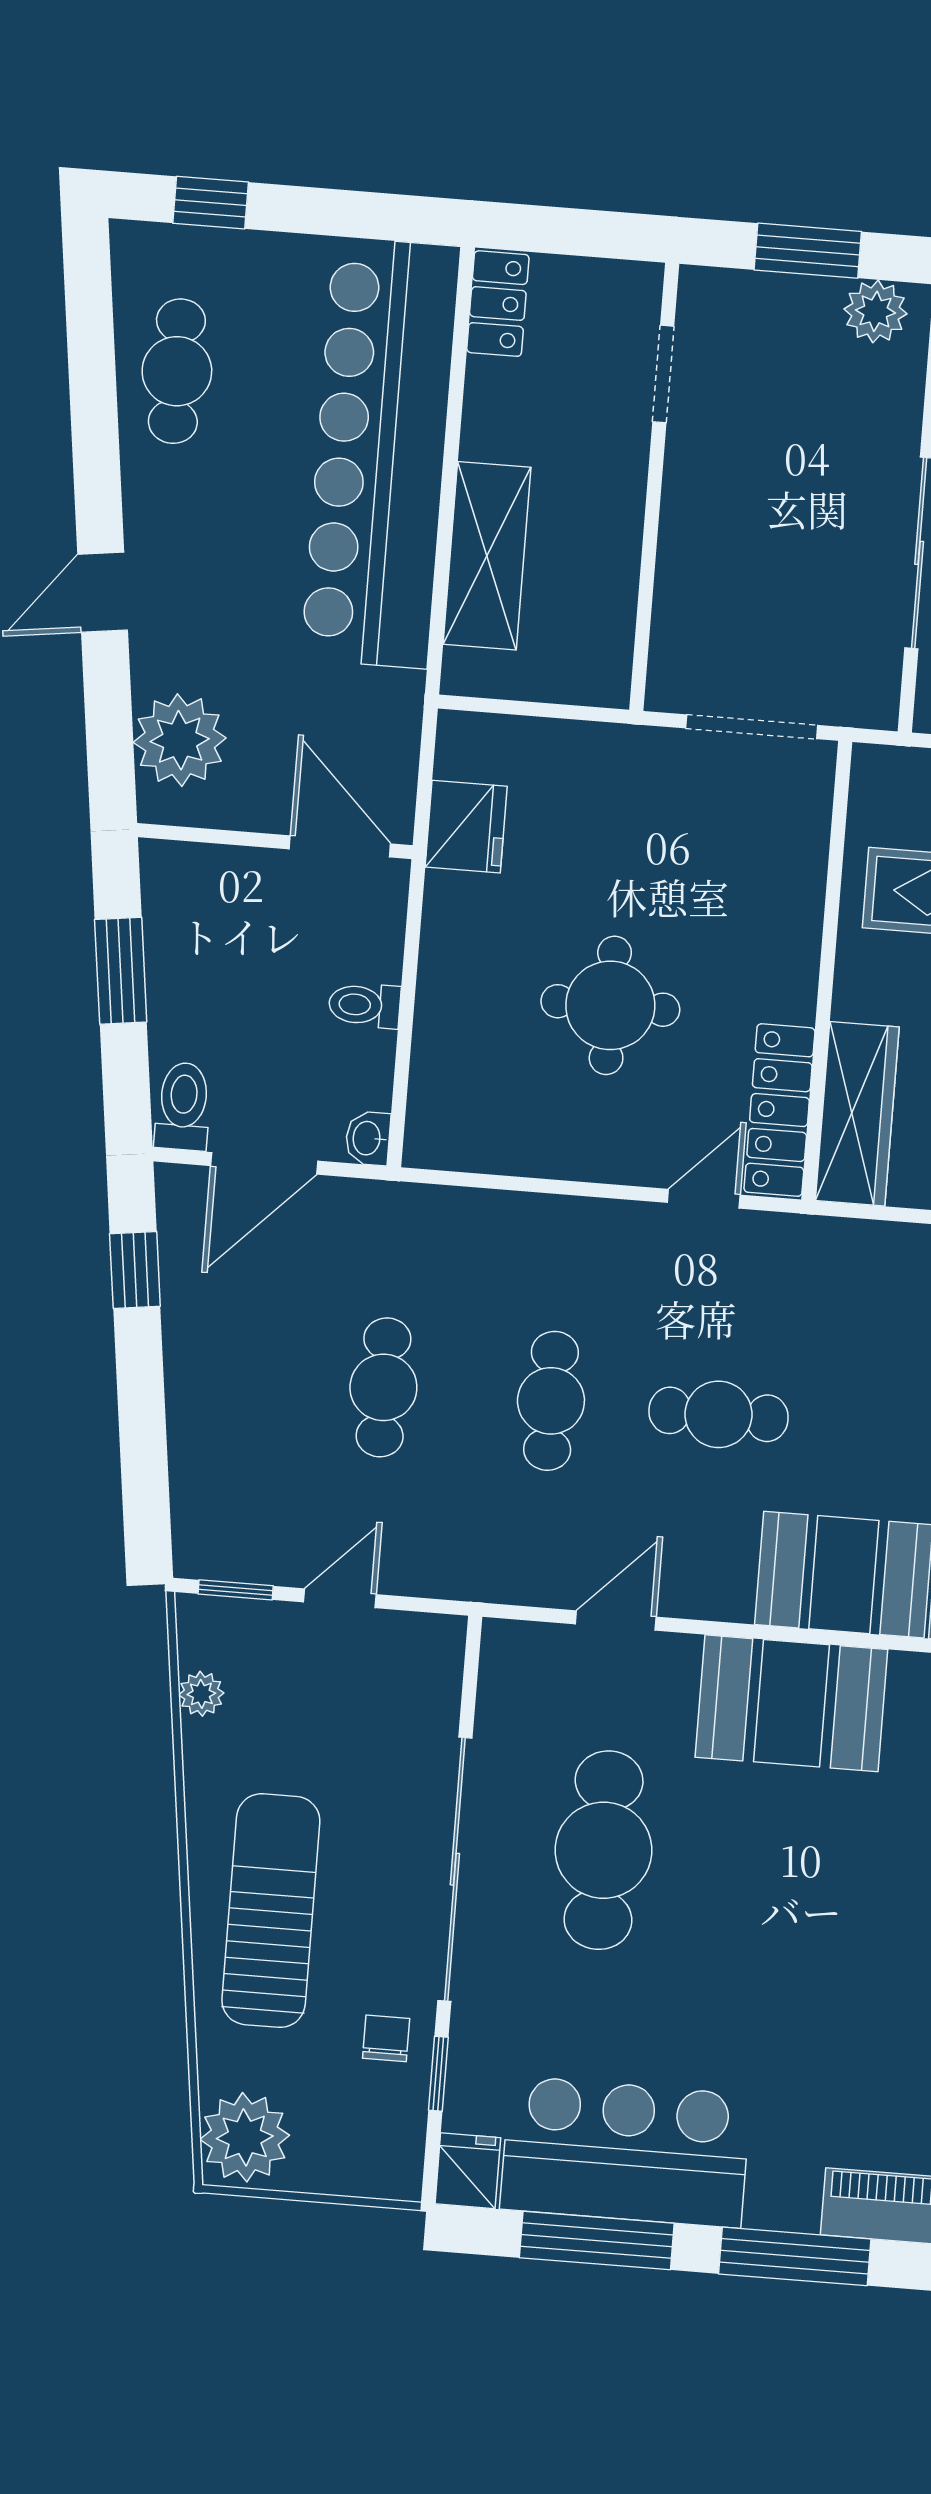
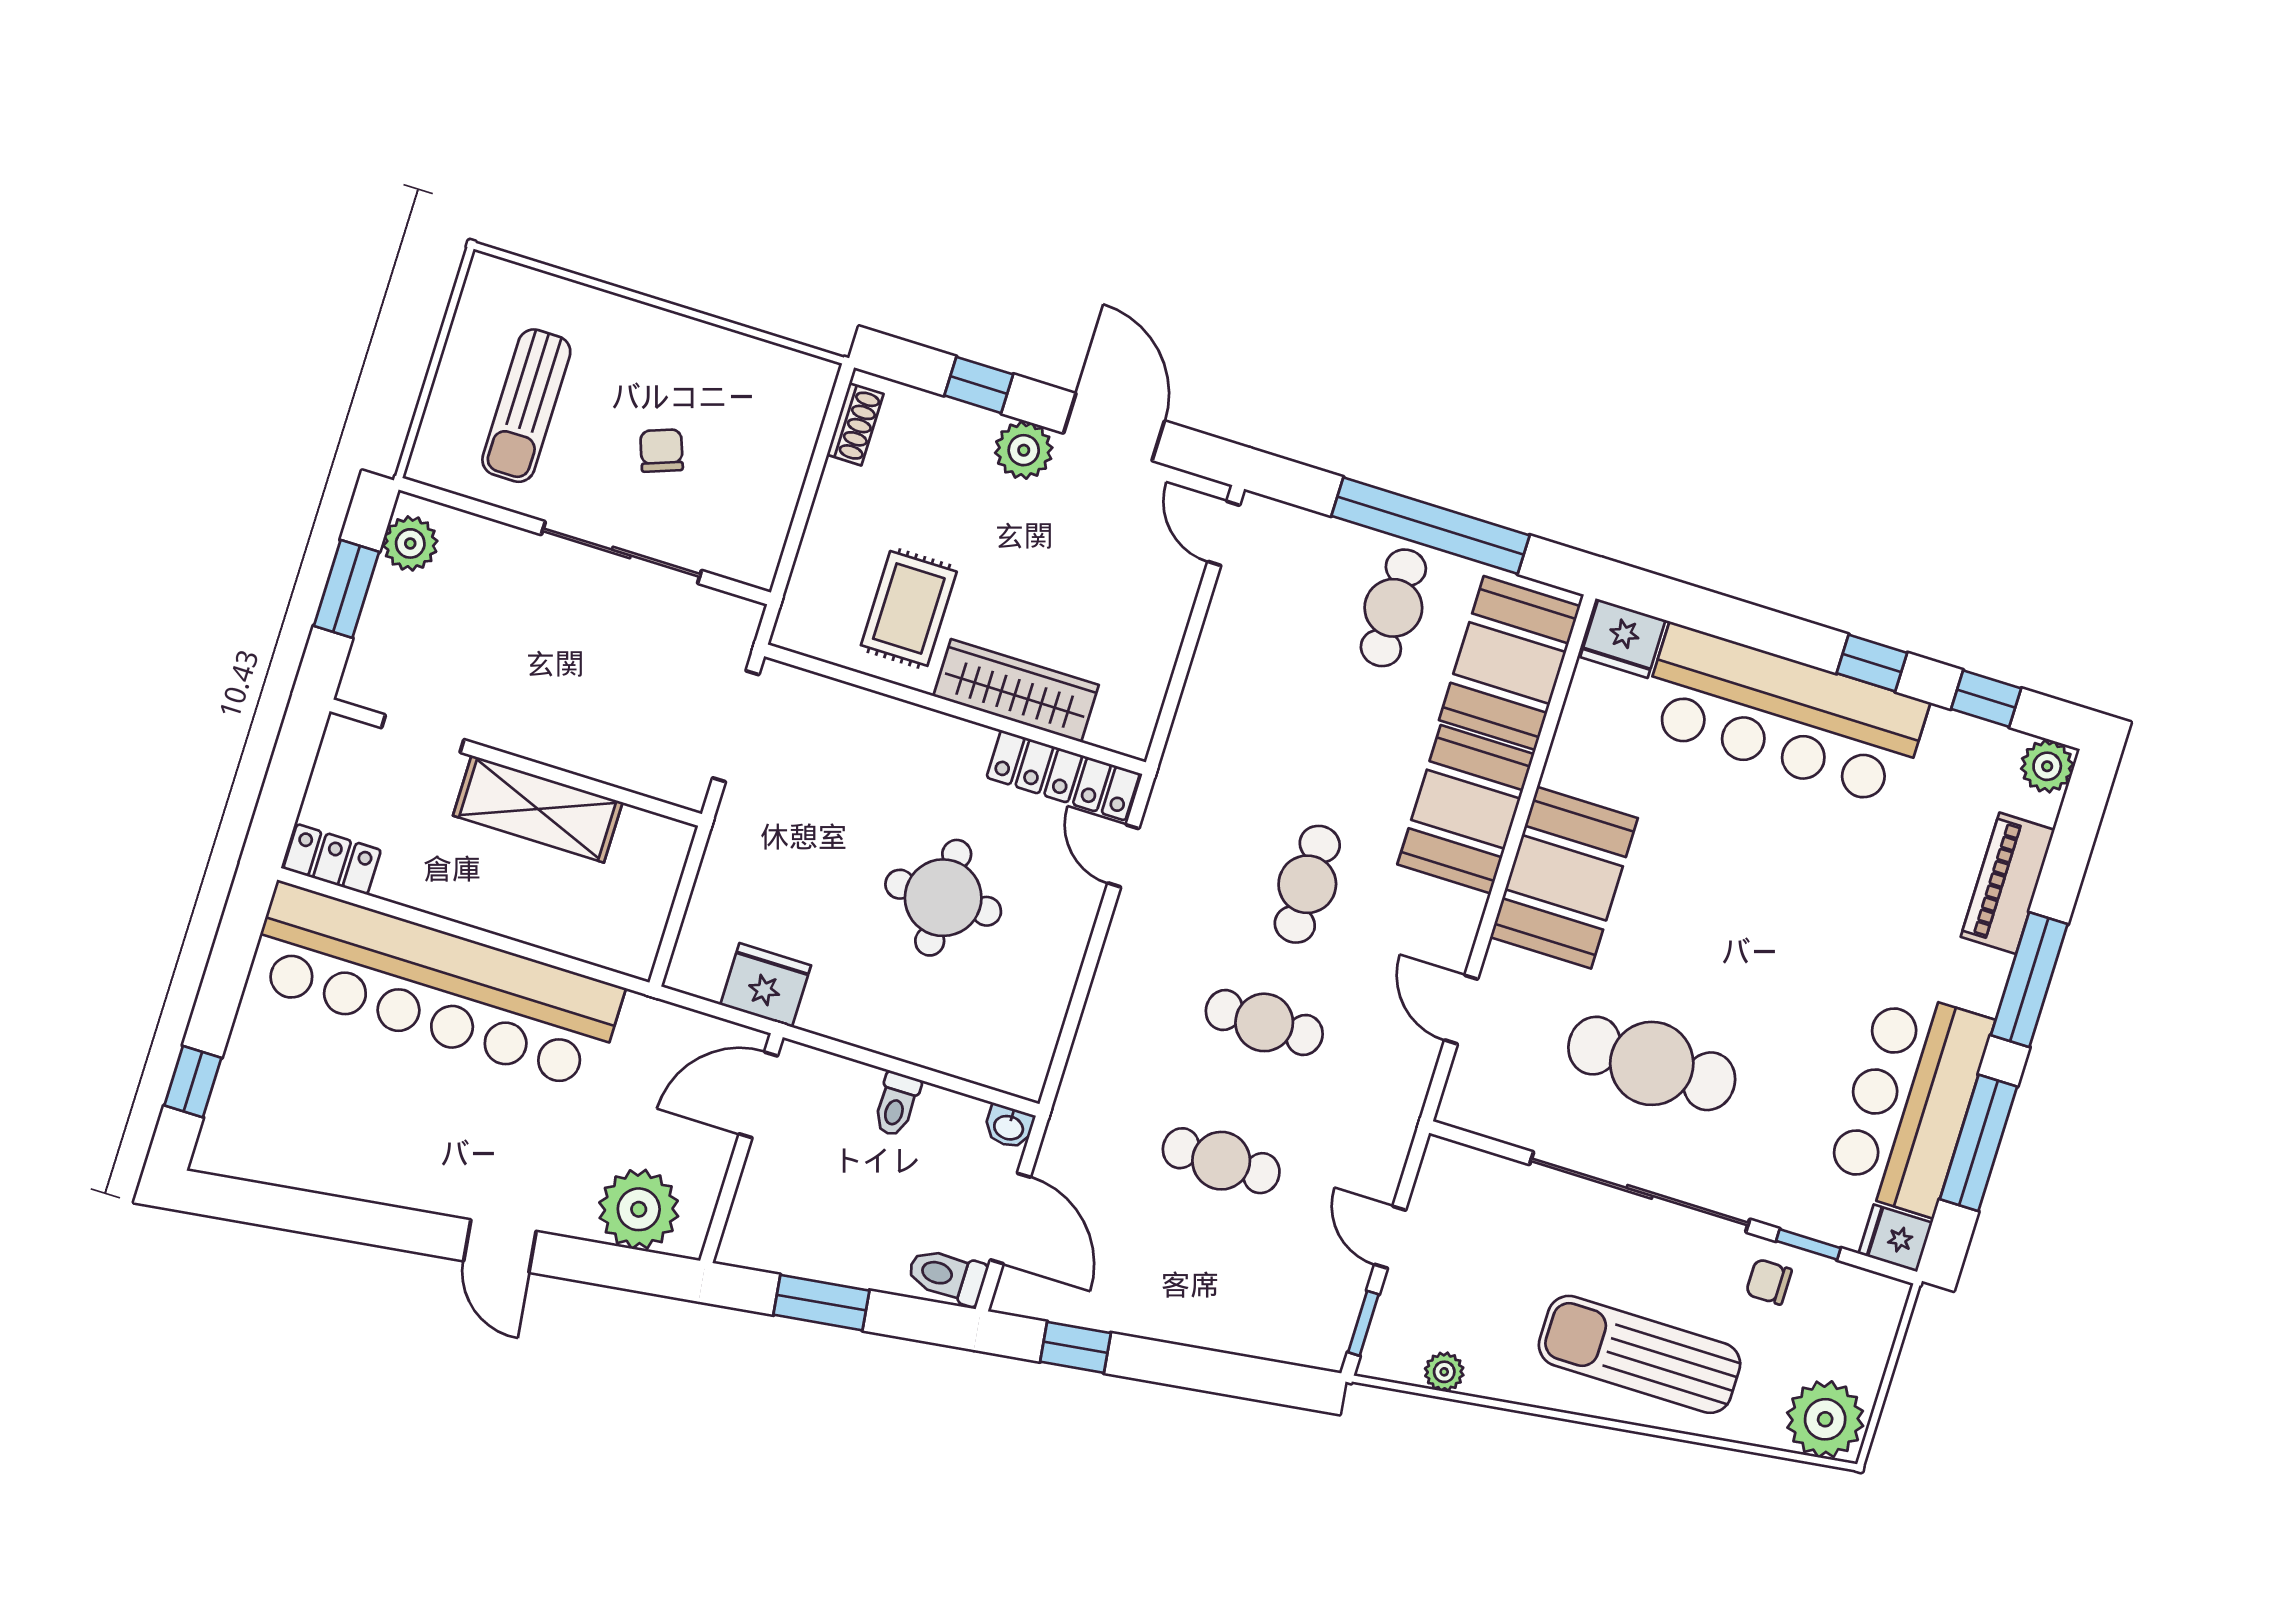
cafe table: (177, 371) -> (328, 1142), removed
shelving: (487, 556) -> (538, 809), moved
wardrobe: (857, 1114) -> (1016, 691), moved

